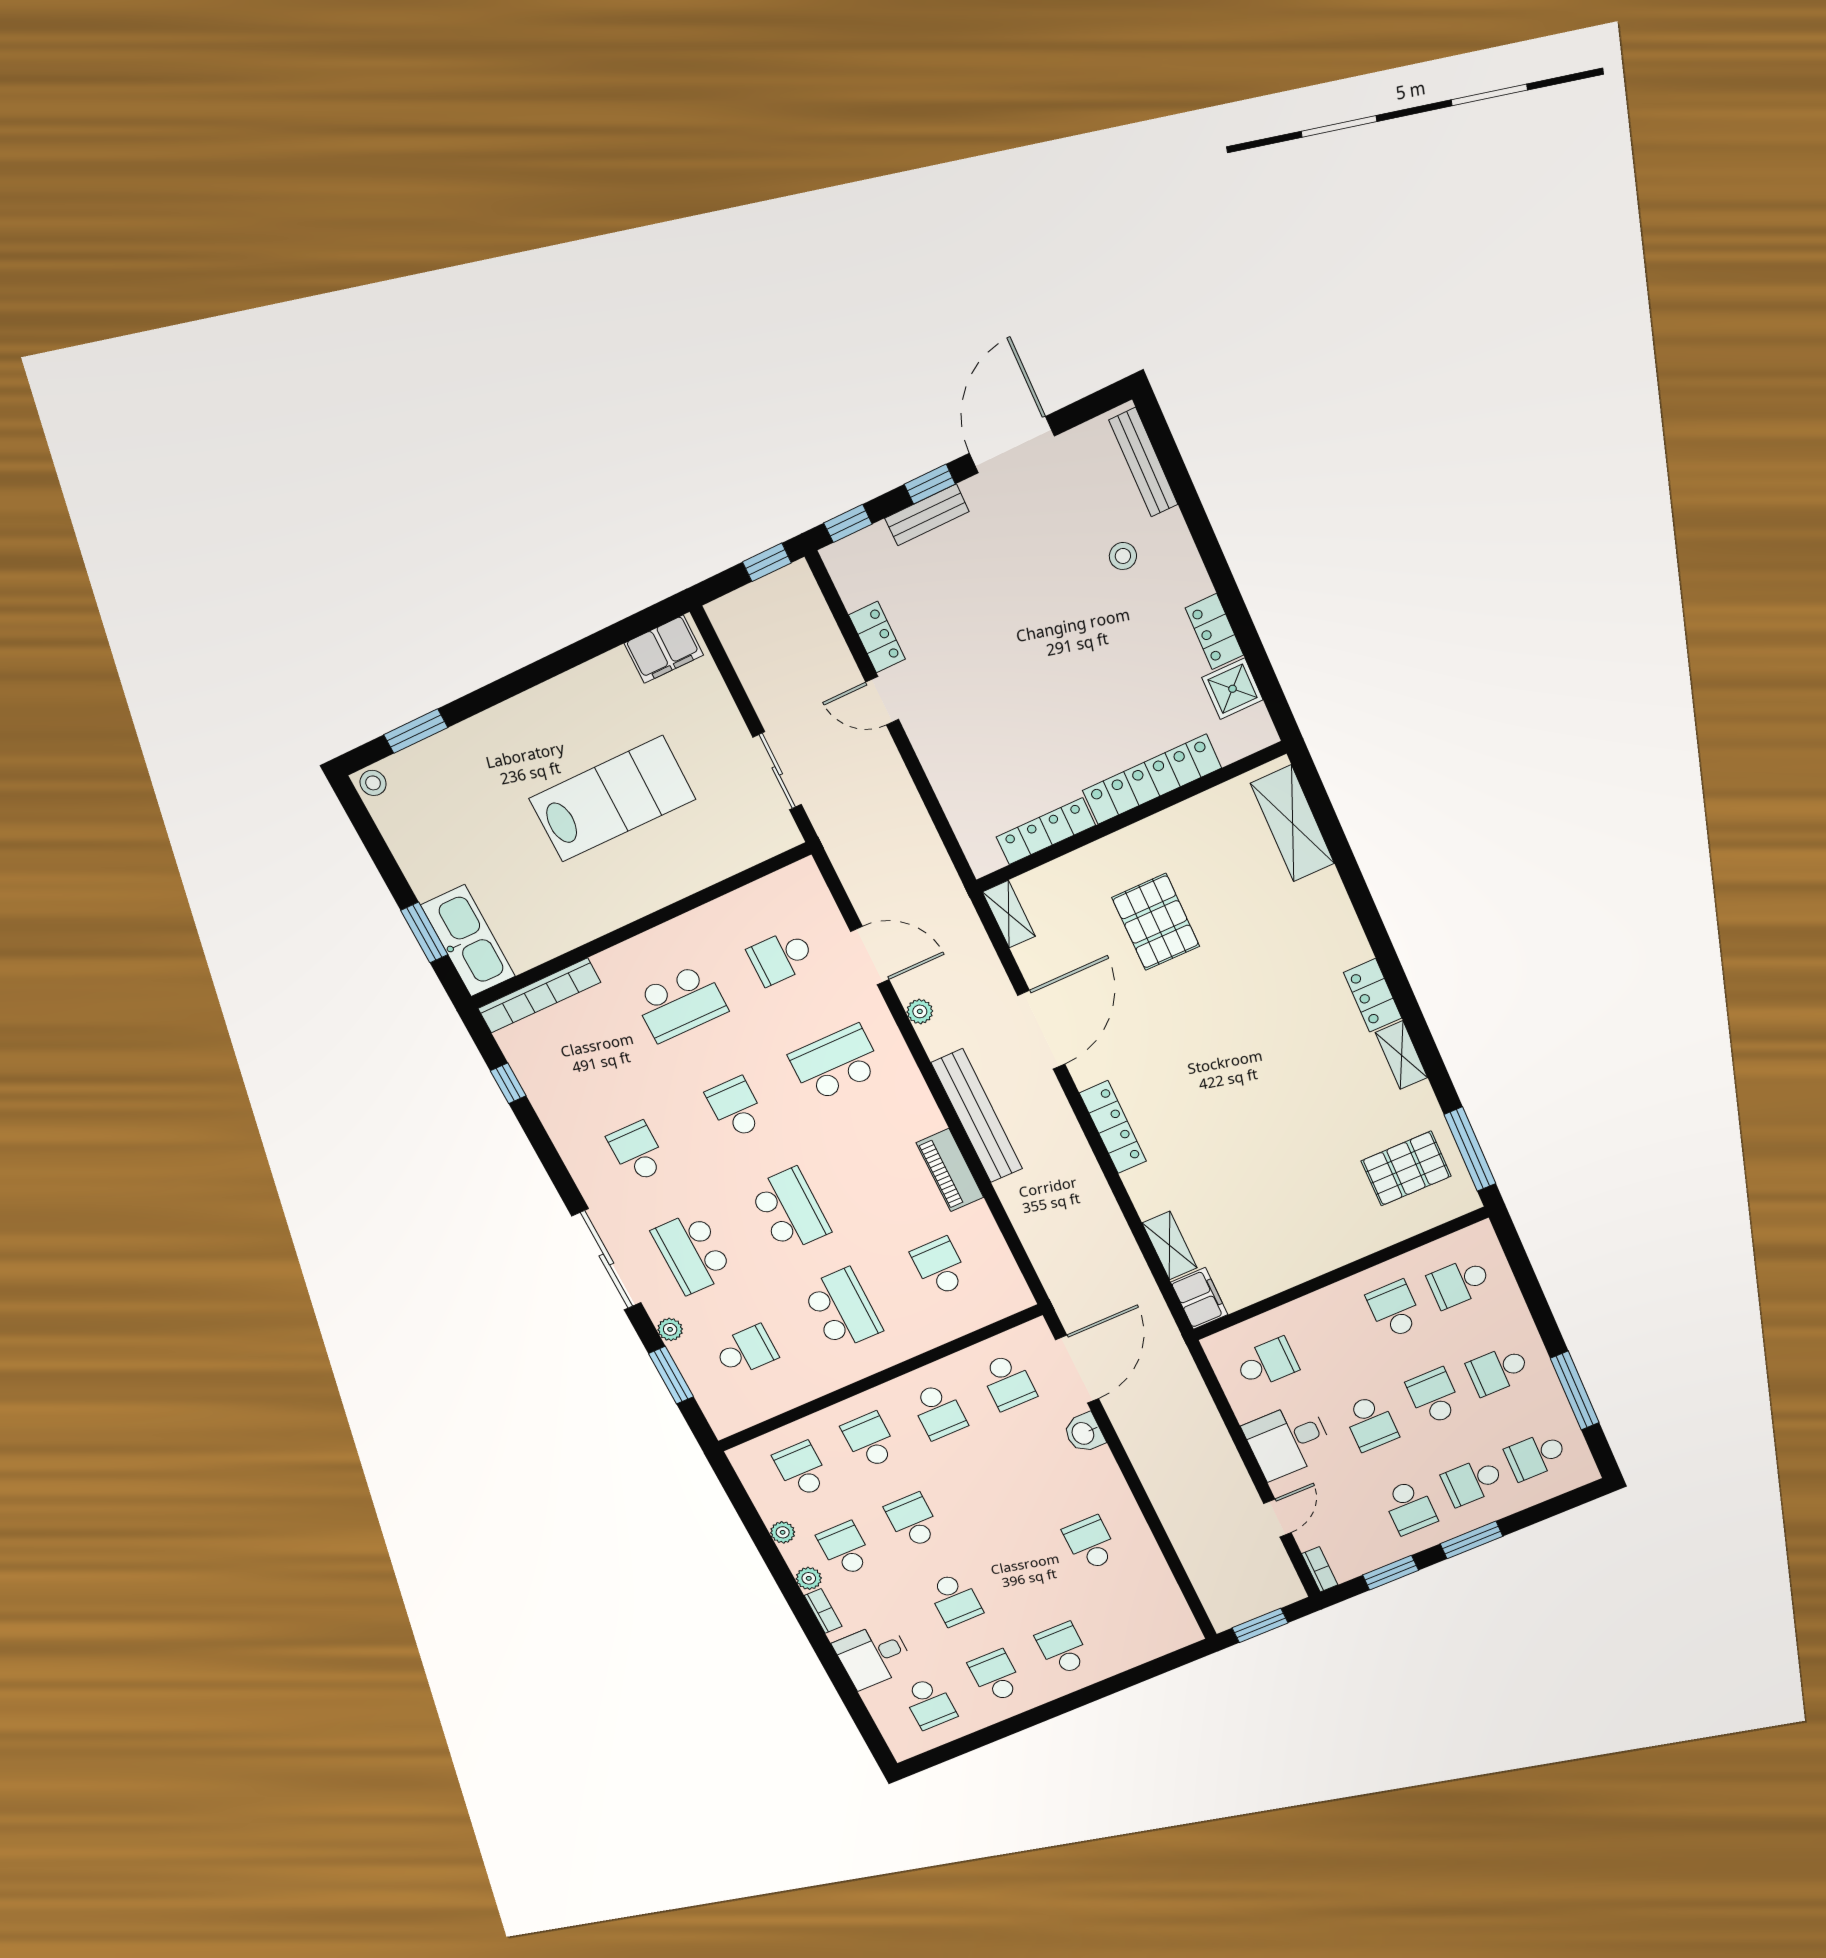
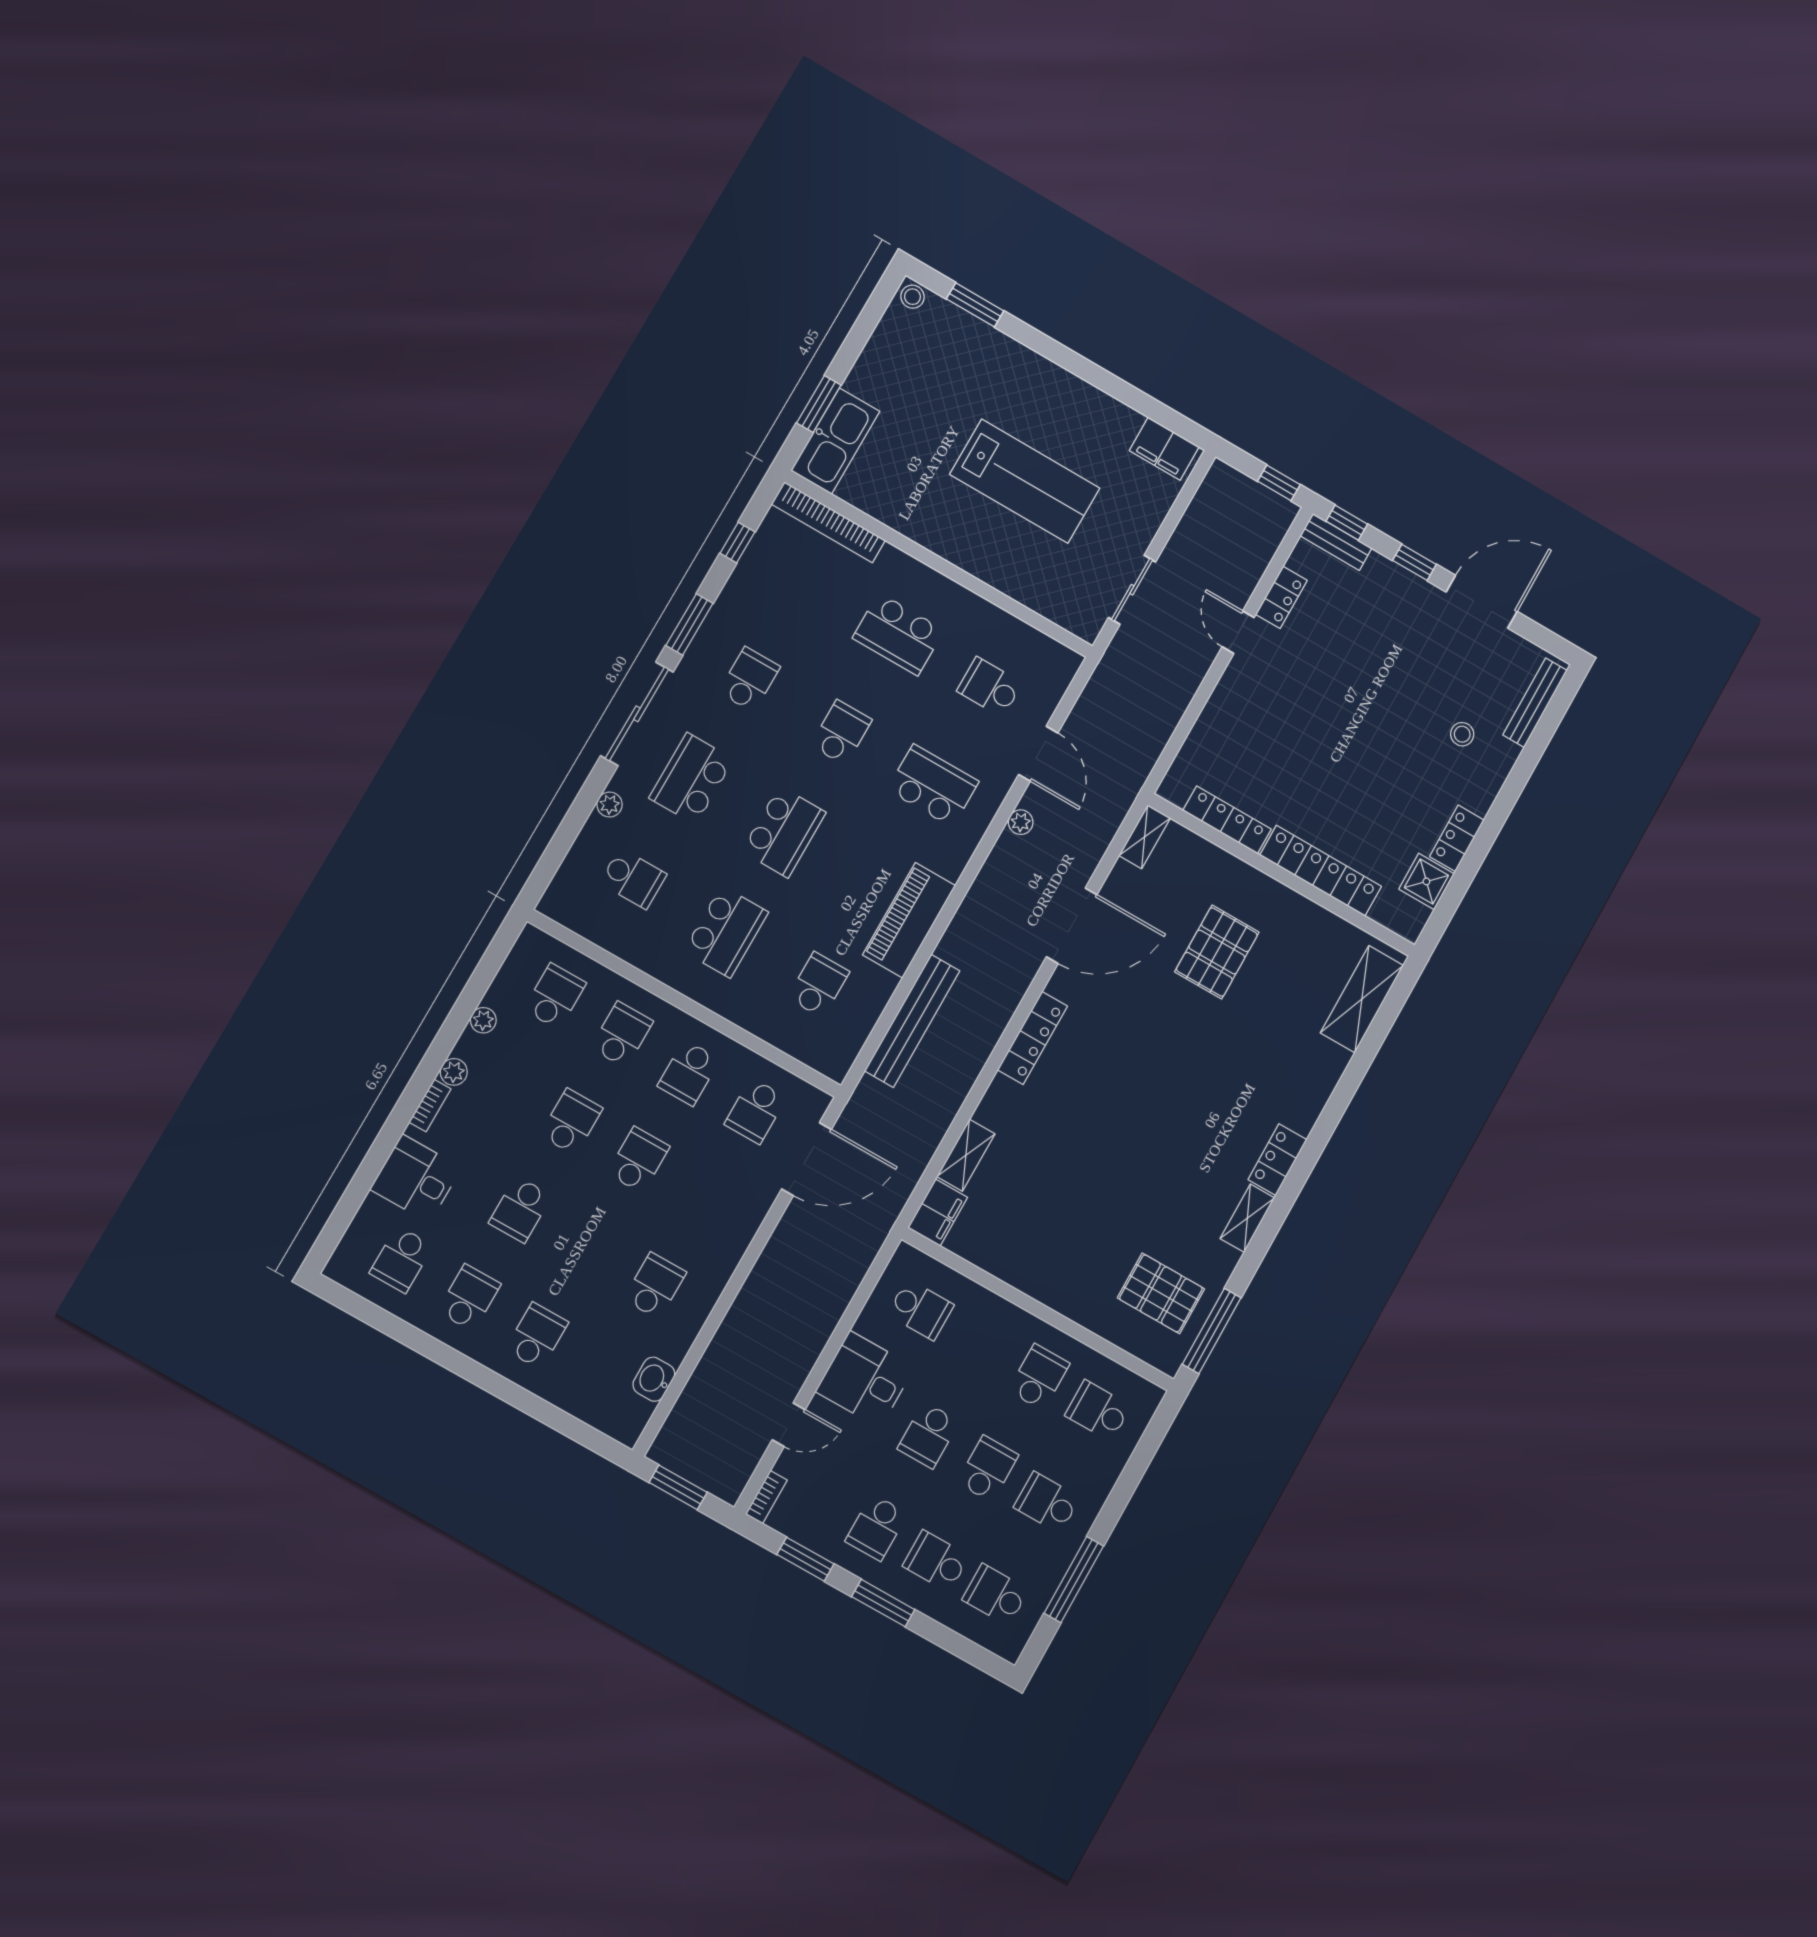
bench: (927, 515) -> (1336, 542), moved
bench: (977, 1116) -> (912, 1021), moved
piano: (950, 1170) -> (909, 920), width x1.37, depth x1.33
window: (671, 1375) -> (689, 624), moved
washbasin: (1084, 1433) -> (654, 1379), moved
school desk: (845, 1549) -> (638, 1160), moved

